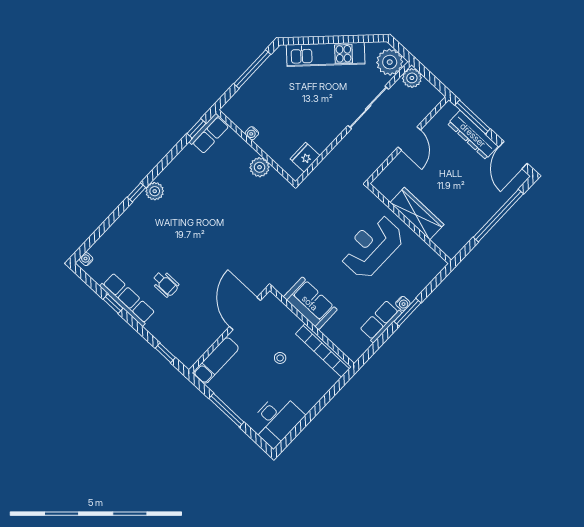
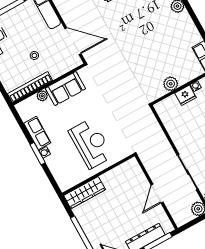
door: (409, 139) -> (157, 194), hinge flipped
fridge: (305, 157) -> (186, 95), moved, turned 90
wardrobe: (417, 214) -> (85, 193), moved
plant: (330, 331) -> (42, 96), added

